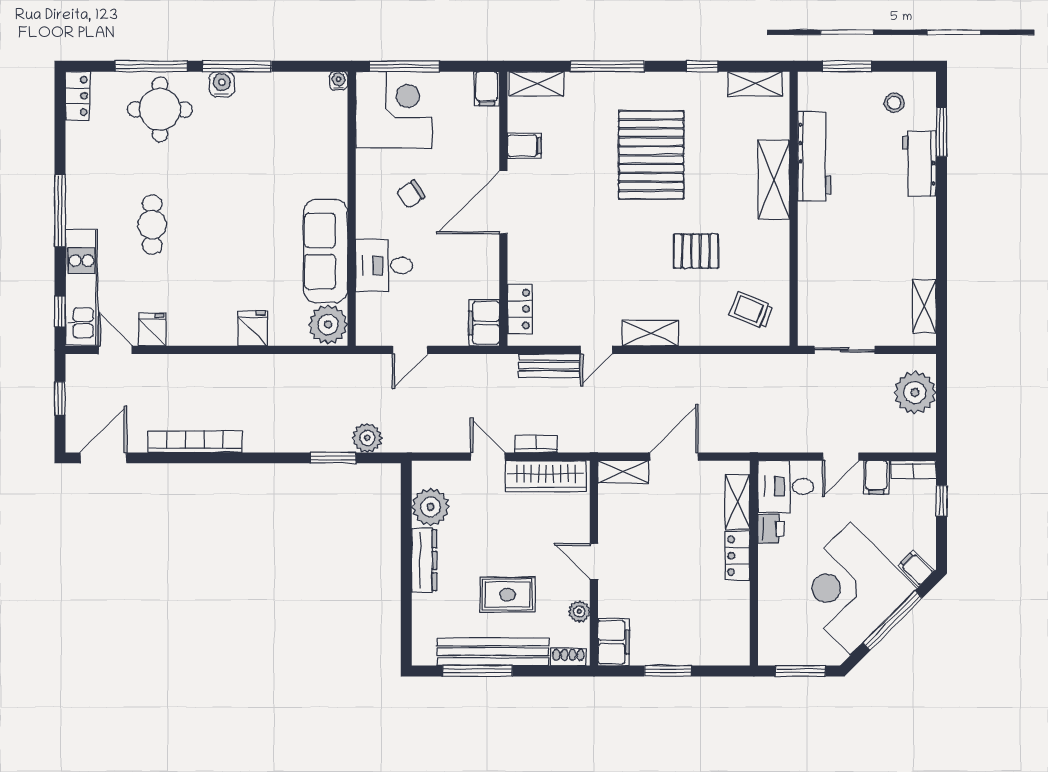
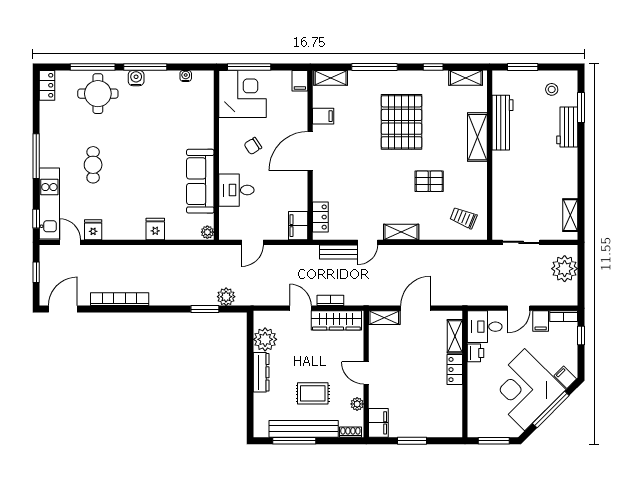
water cooler: (338, 81) -> (186, 76), moved
plant: (328, 324) -> (207, 232), width x0.53, depth x0.53

